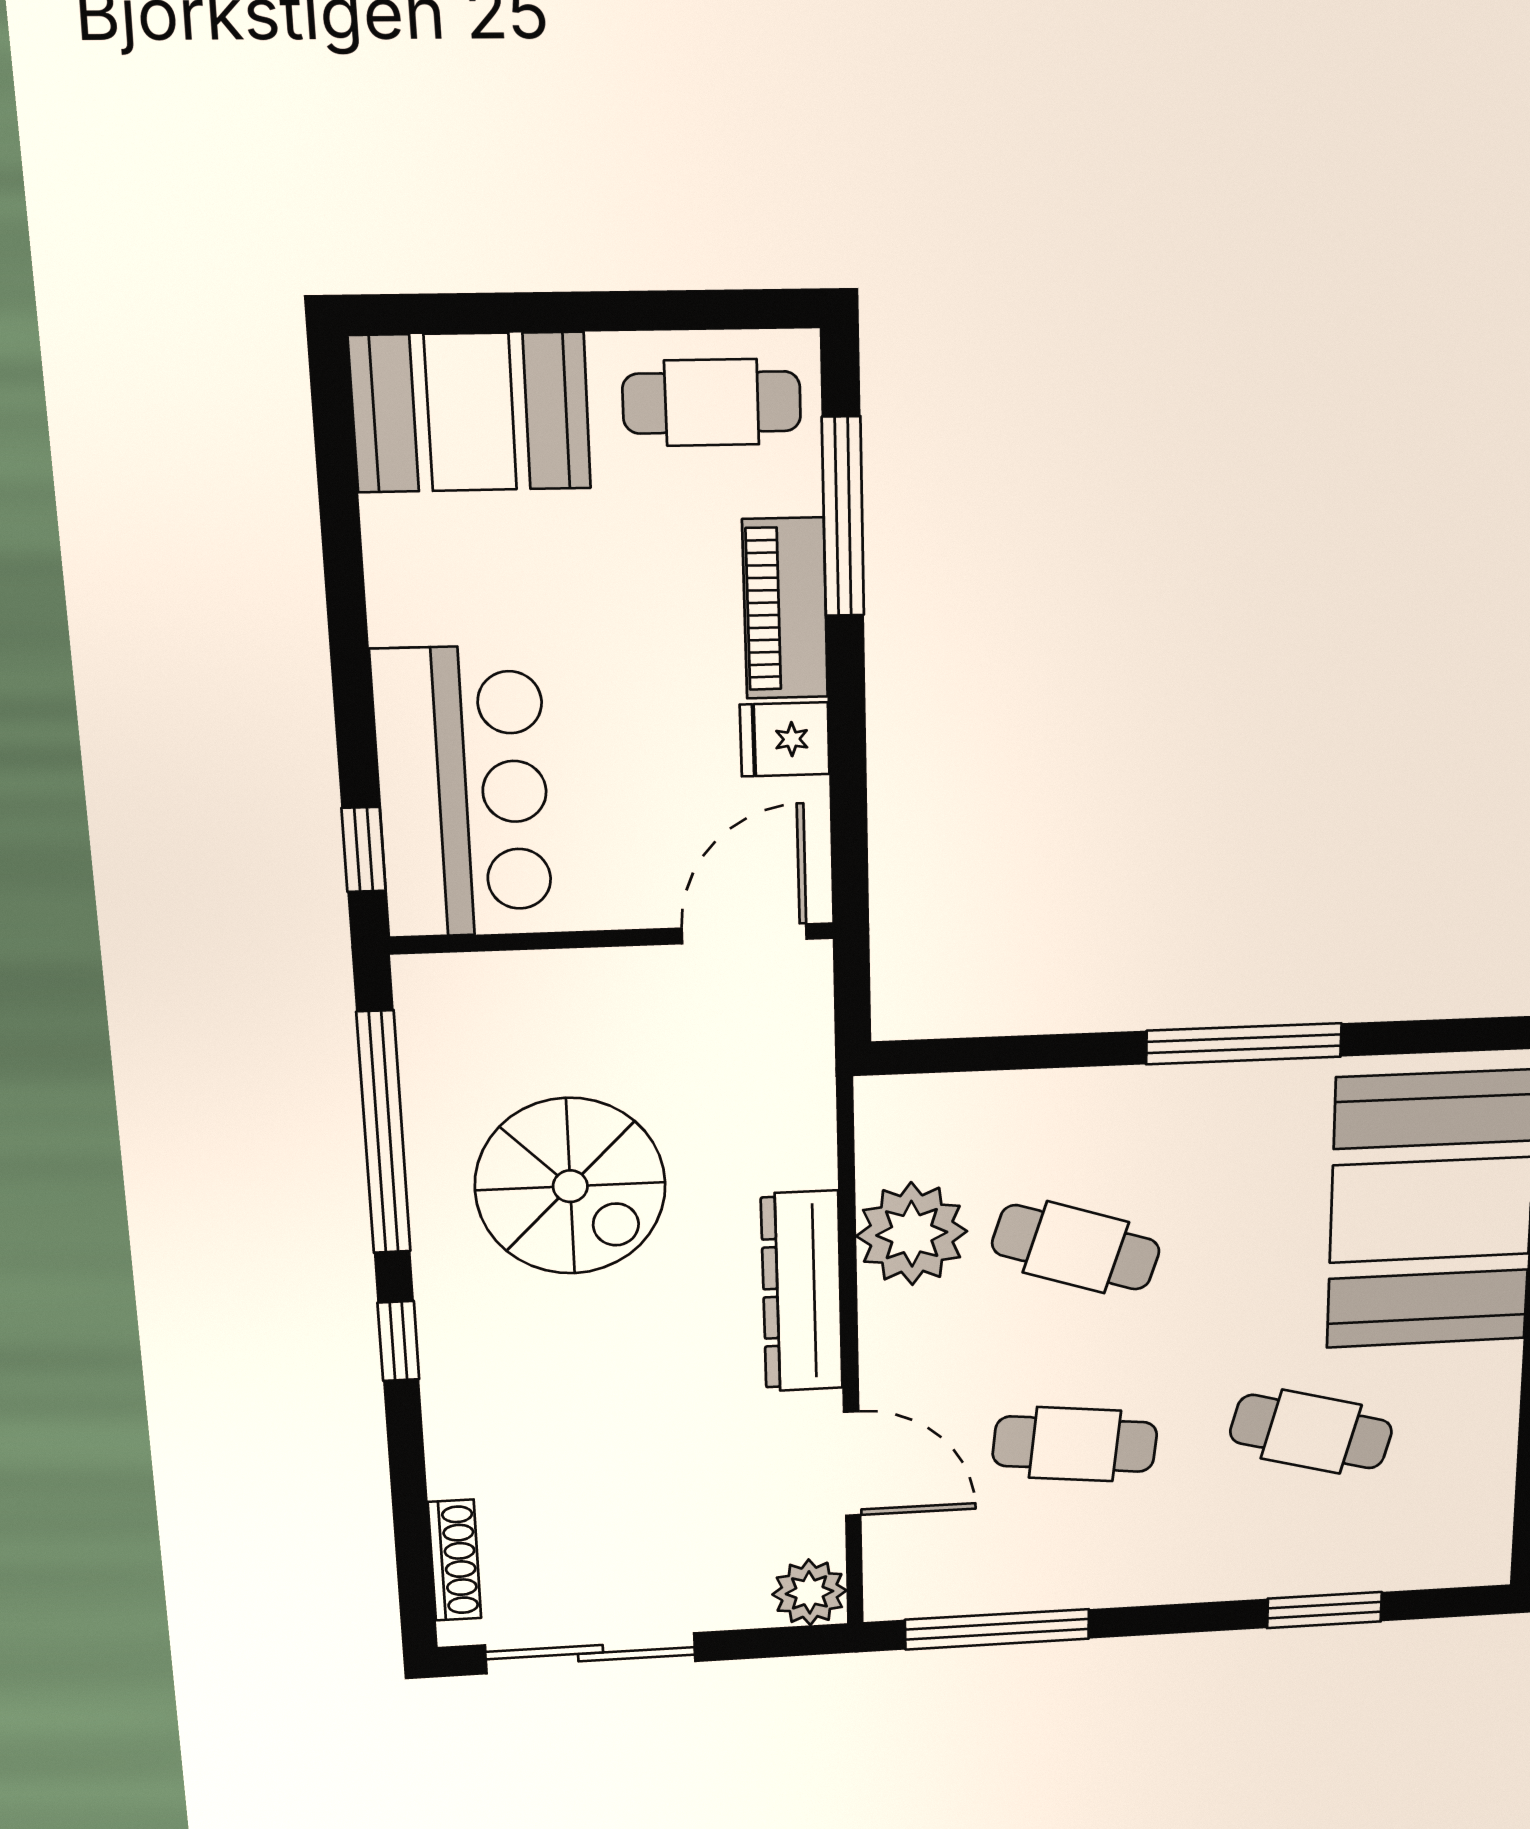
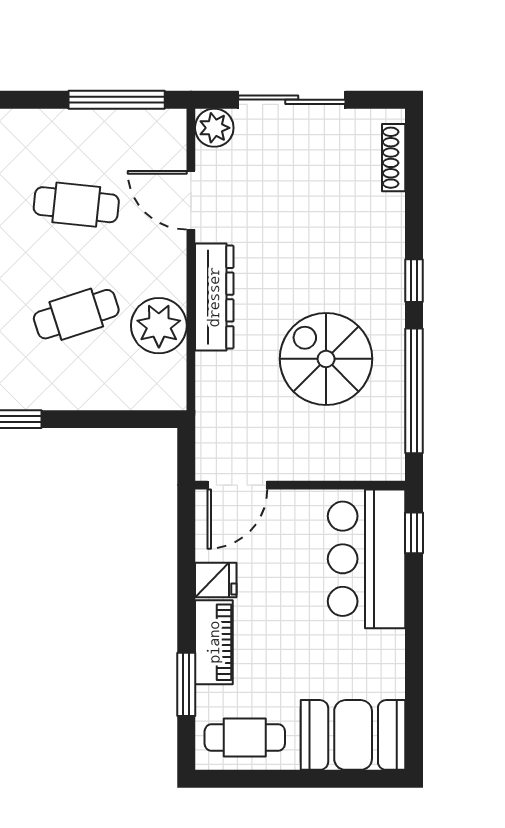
window: (843, 517) -> (186, 684), width x0.69
cafe table: (1076, 1247) -> (76, 314), turned -36
sliding door: (591, 1653) -> (292, 100), moved

